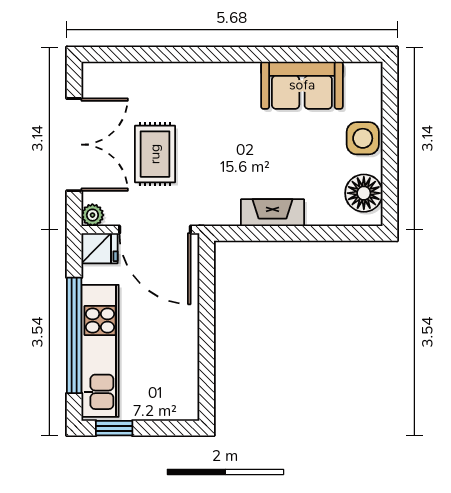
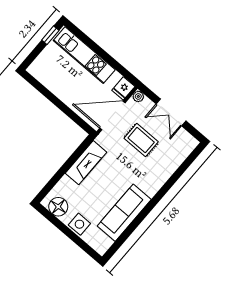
sofa: (302, 85) -> (124, 213), width x1.36
double door: (74, 145) -> (171, 112), width x0.73
fireplace: (273, 213) -> (86, 163), width x1.37, depth x1.32
window: (74, 335) -> (99, 50), removed

